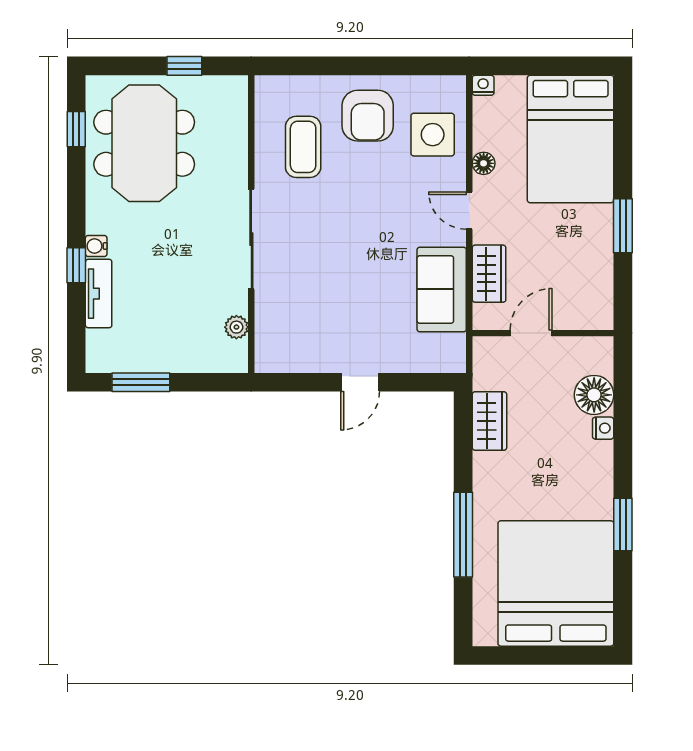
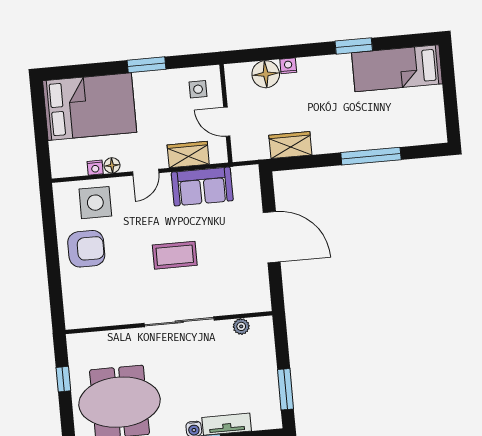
nightstand: (483, 85) -> (95, 168), moved, turned -90
coffee table: (303, 147) -> (175, 255), moved
side table: (581, 296) -> (198, 89), added
door: (360, 382) -> (272, 237), width x1.87
bed: (556, 583) -> (397, 68), width x0.49

